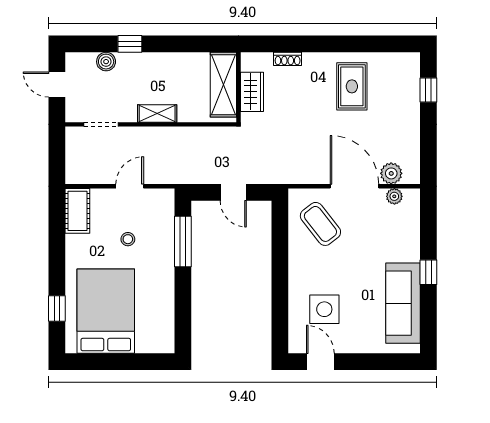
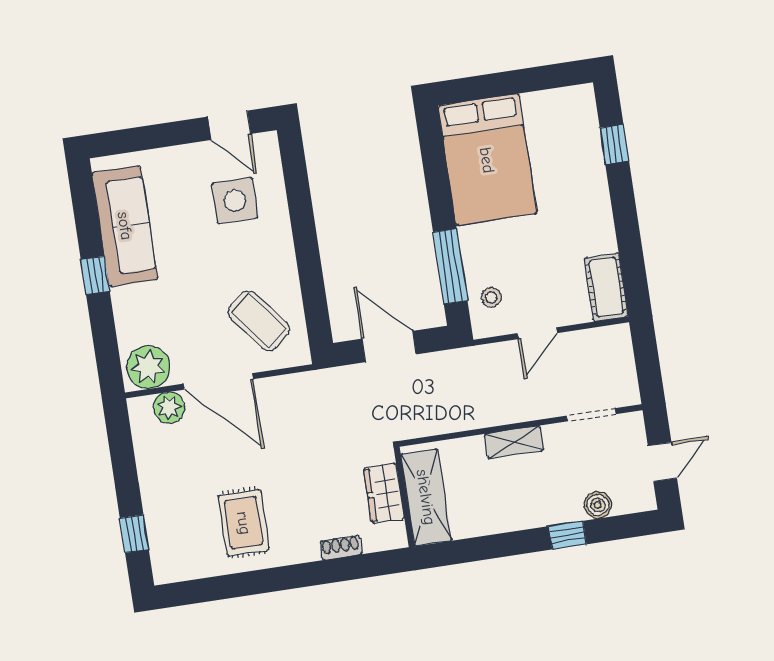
door: (57, 85) -> (662, 462), hinge flipped
door: (233, 192) -> (389, 347), width x1.38
plant: (394, 196) -> (148, 367), width x1.88, depth x1.88
stool: (128, 239) -> (491, 297), moved
bed: (106, 311) -> (487, 160), moved

